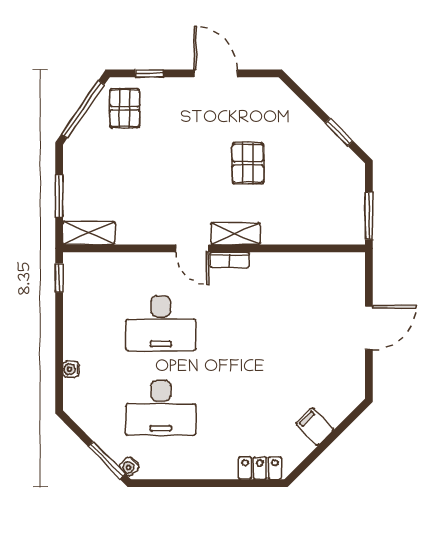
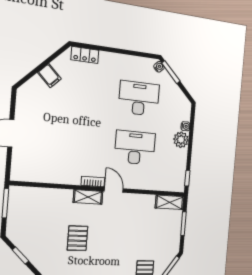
plant: (77, 345) -> (181, 140), added

